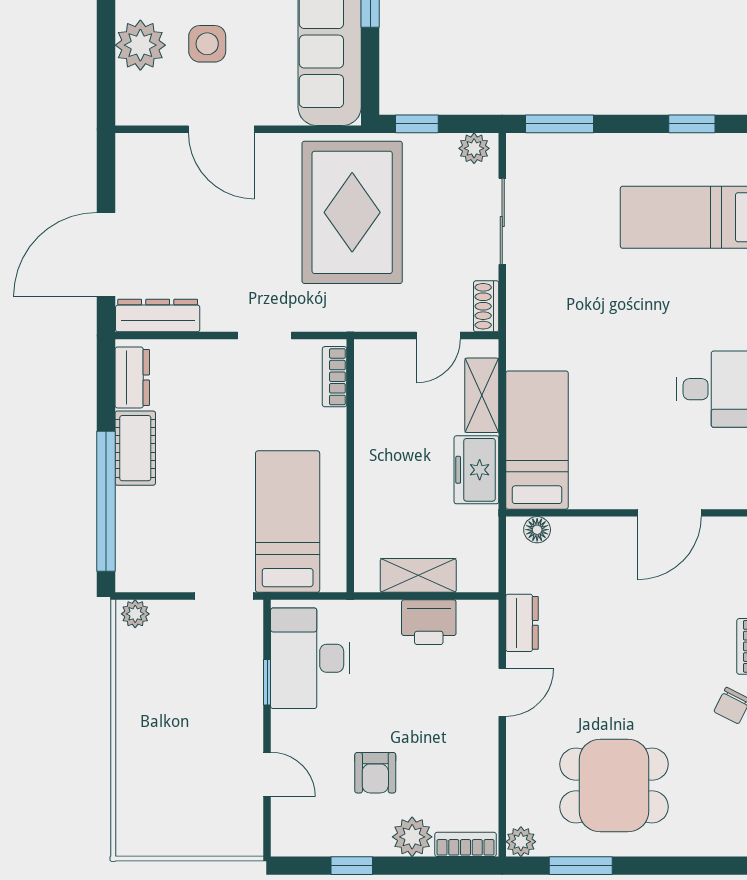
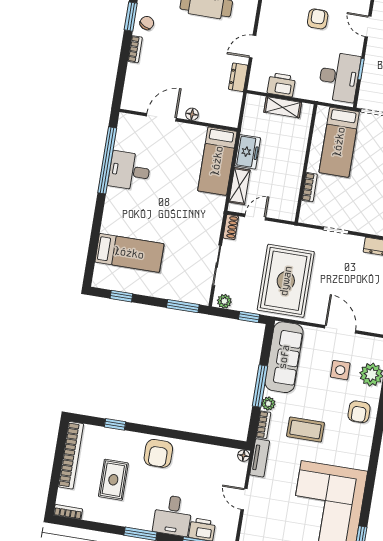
bookcase: (335, 377) -> (309, 187), moved
floor lamp: (537, 530) -> (192, 114), moved

